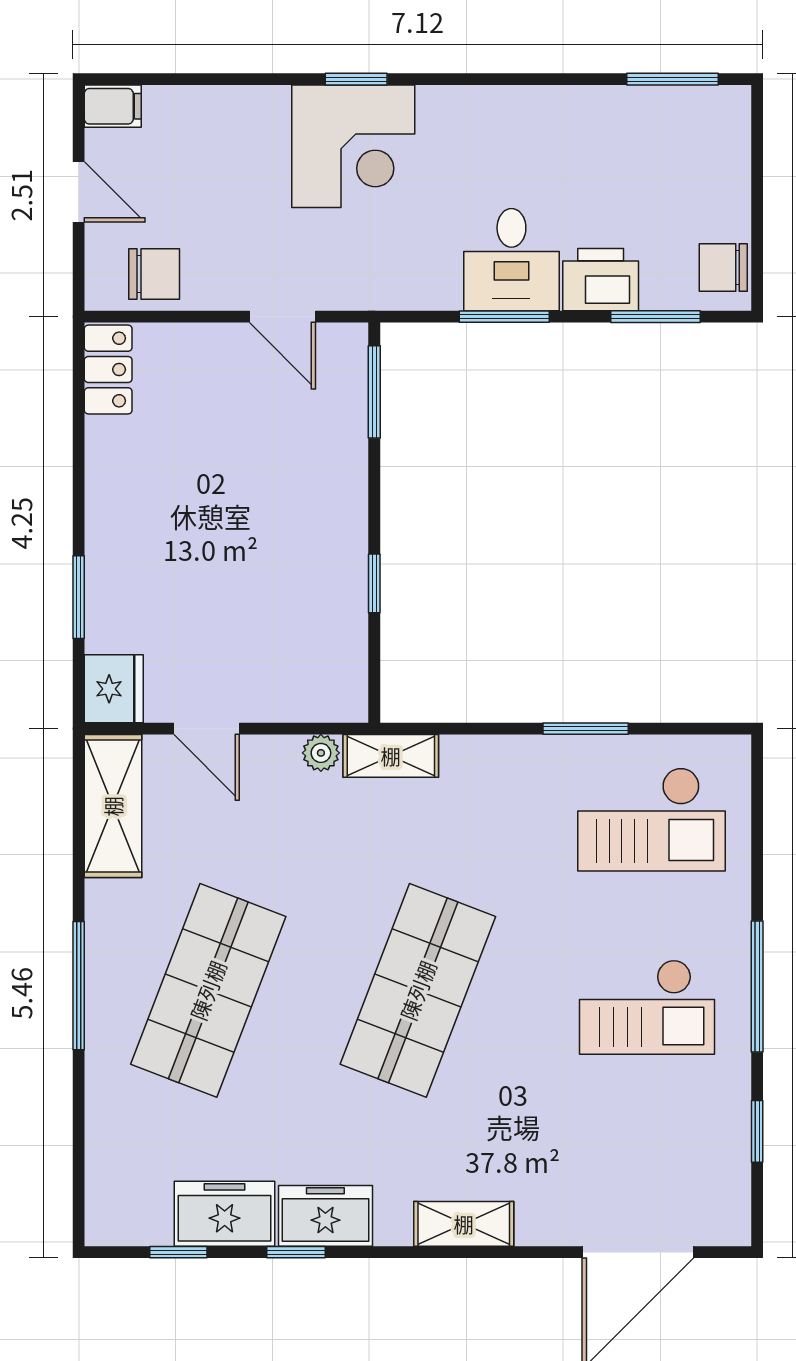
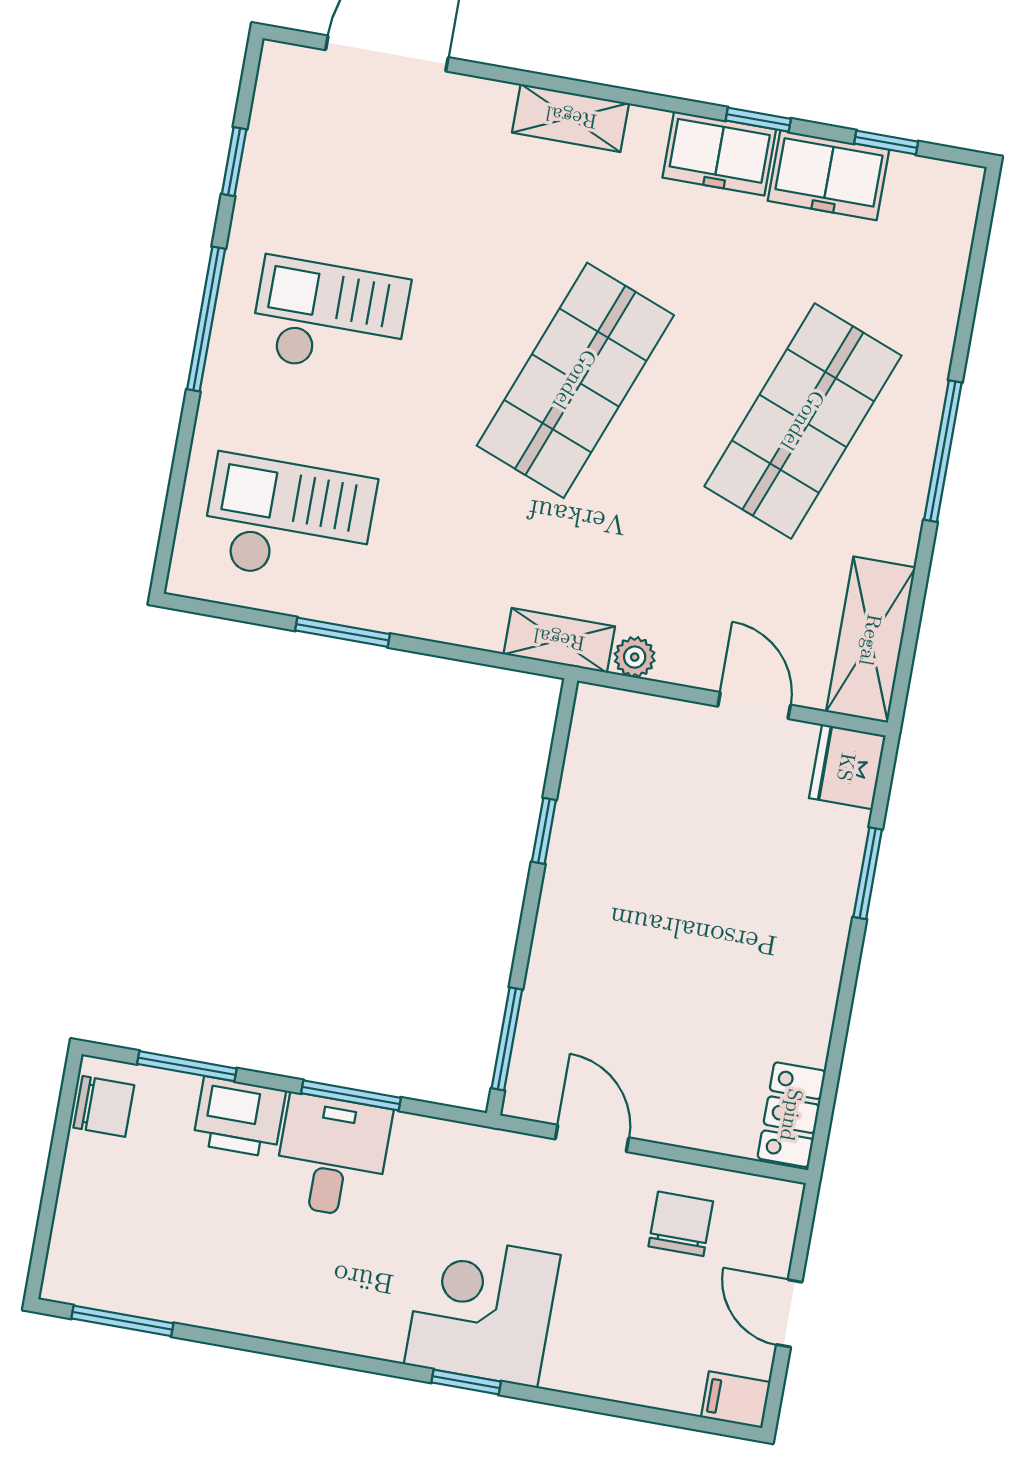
chair: (154, 274) -> (681, 1224), moved, turned 90

